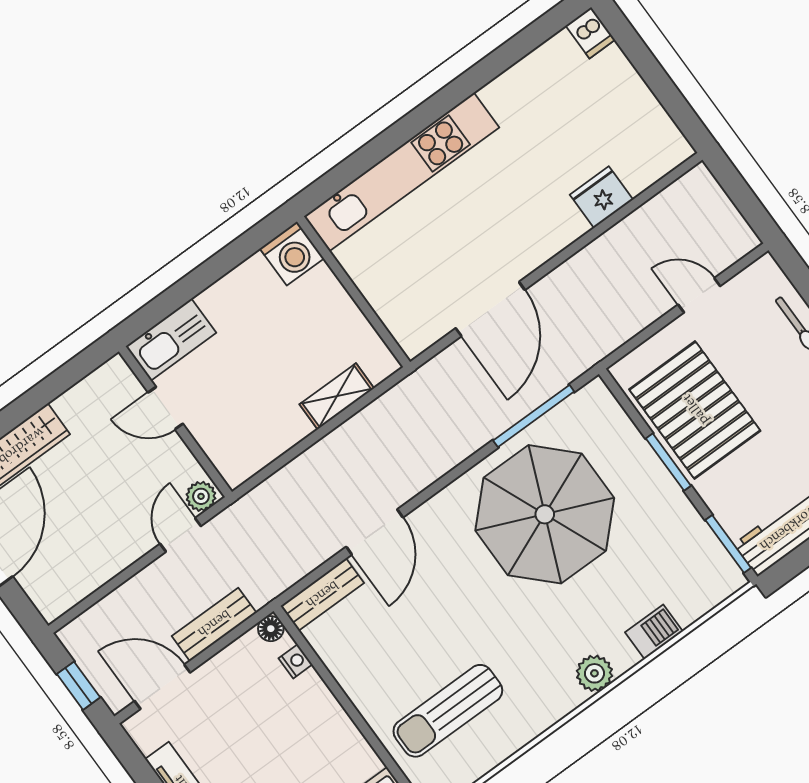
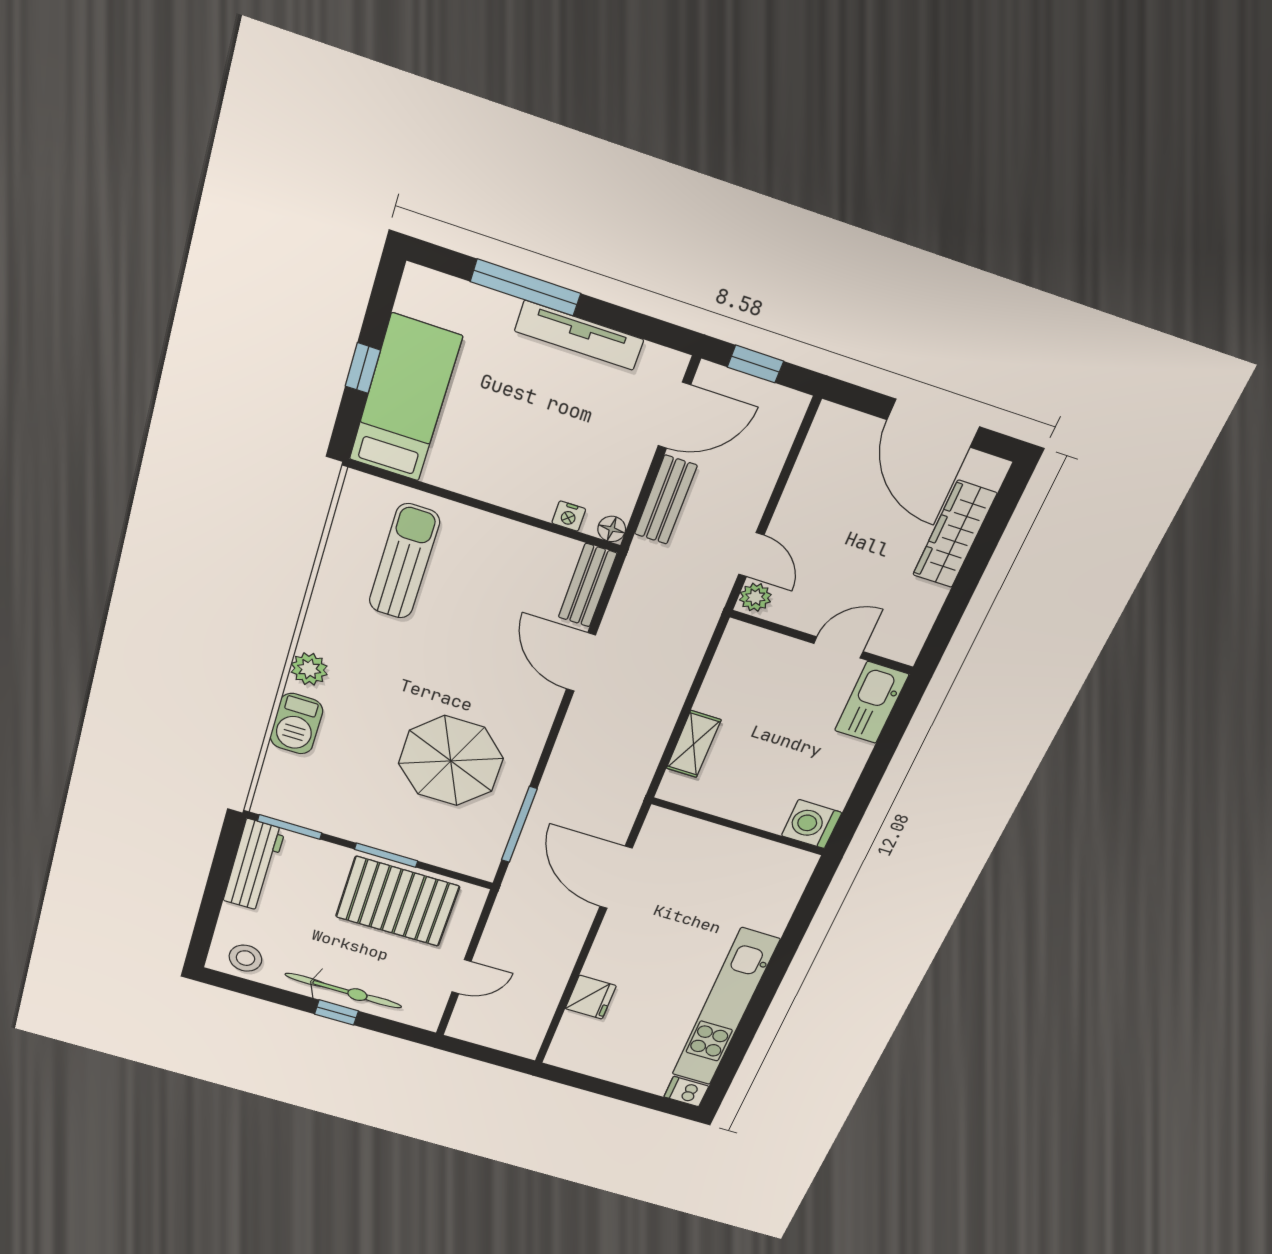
kitchen unit: (402, 172) -> (725, 1008), moved
parasol: (545, 514) -> (451, 761), width x0.73, depth x0.73
barbecue: (654, 632) -> (296, 724), width x1.38, depth x1.27

